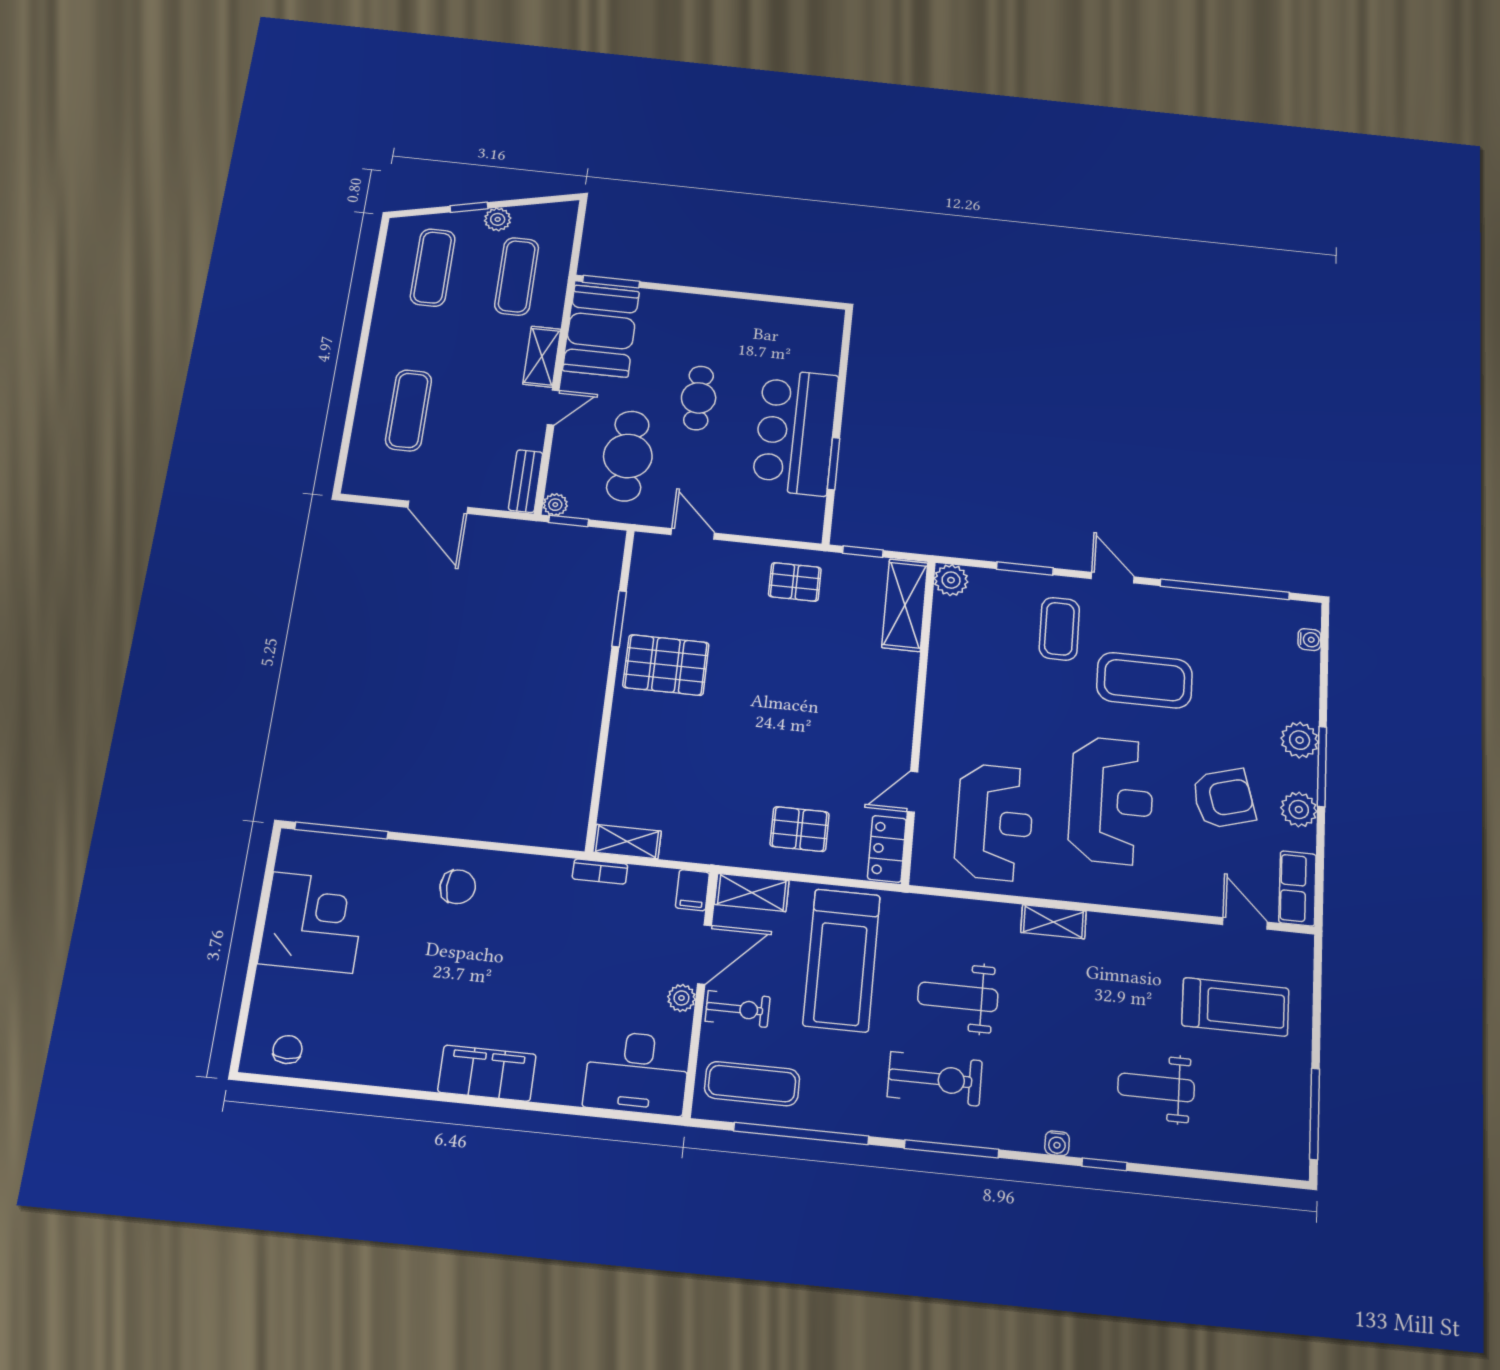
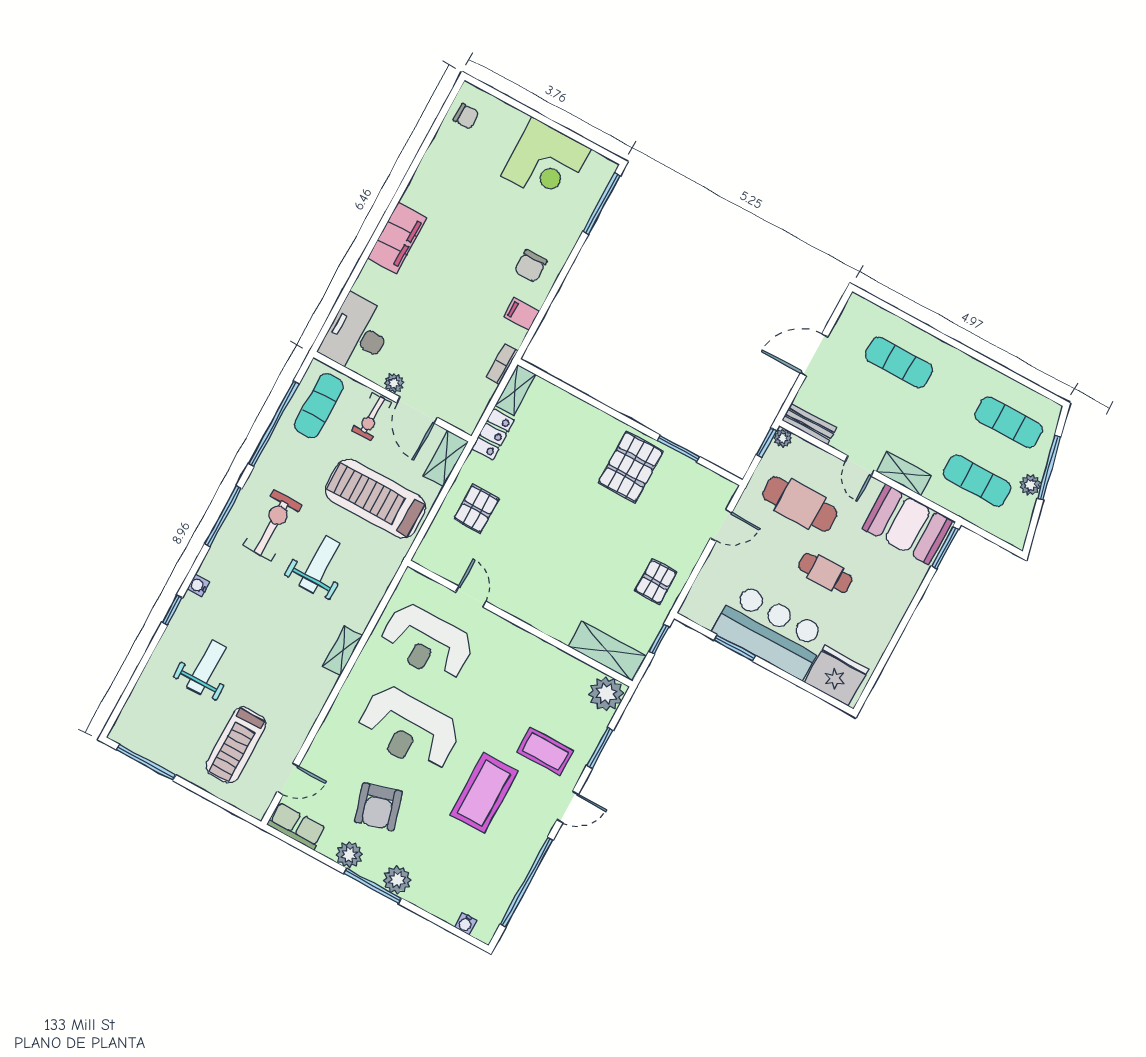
window: (469, 207) -> (1049, 468), width x2.17
fridge: (815, 342) -> (836, 676), added
plant: (951, 580) -> (606, 694), width x1.36, depth x1.36
locker: (887, 849) -> (493, 434), moved, turned 90
filing cabinet: (692, 890) -> (522, 314), moved
exercise bike: (935, 1079) -> (272, 525), turned 180

